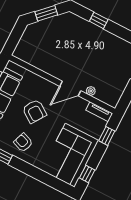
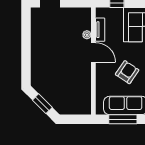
window: (99, 20) -> (26, 58), removed
tv unit: (99, 112) -> (100, 30), moved

